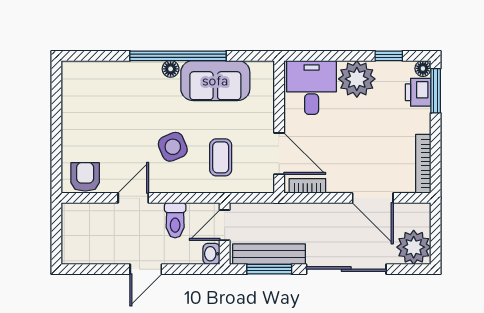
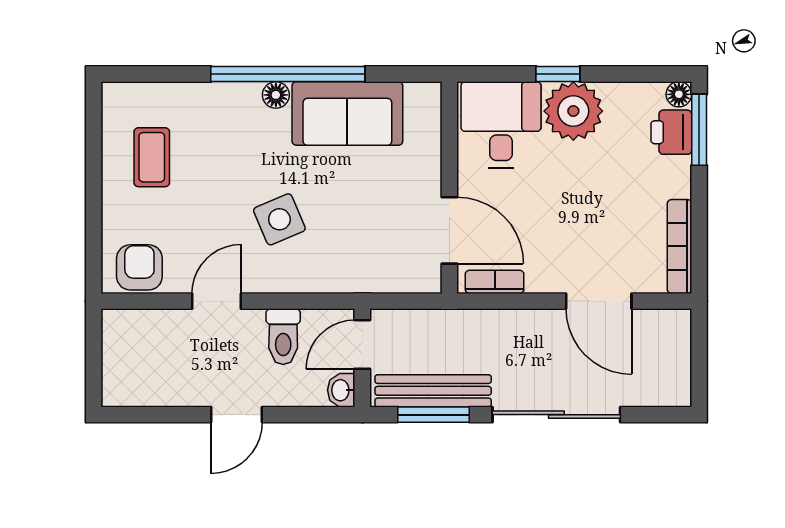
window: (389, 56) -> (558, 74), moved
coffee table: (221, 157) -> (152, 157), moved
plant: (414, 247) -> (664, 380), removed

